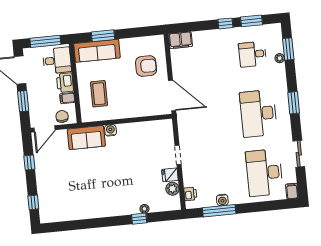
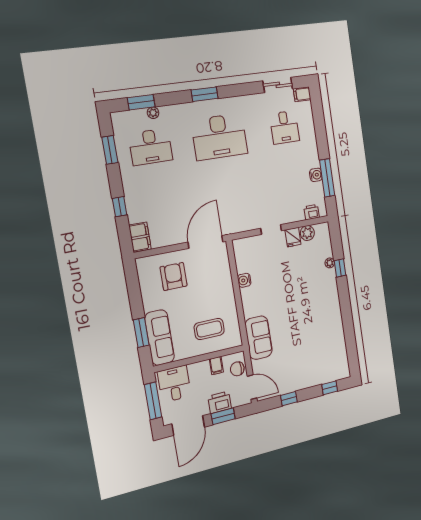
window: (225, 23) -> (120, 207), moved
desk: (252, 54) -> (151, 147), width x1.37
printer: (65, 83) -> (220, 402), moved, turned 180
water cooler: (110, 130) -> (244, 280), moved
sliding door: (299, 154) -> (278, 85), moved
desk: (264, 173) -> (285, 127), width x0.53, depth x0.77

